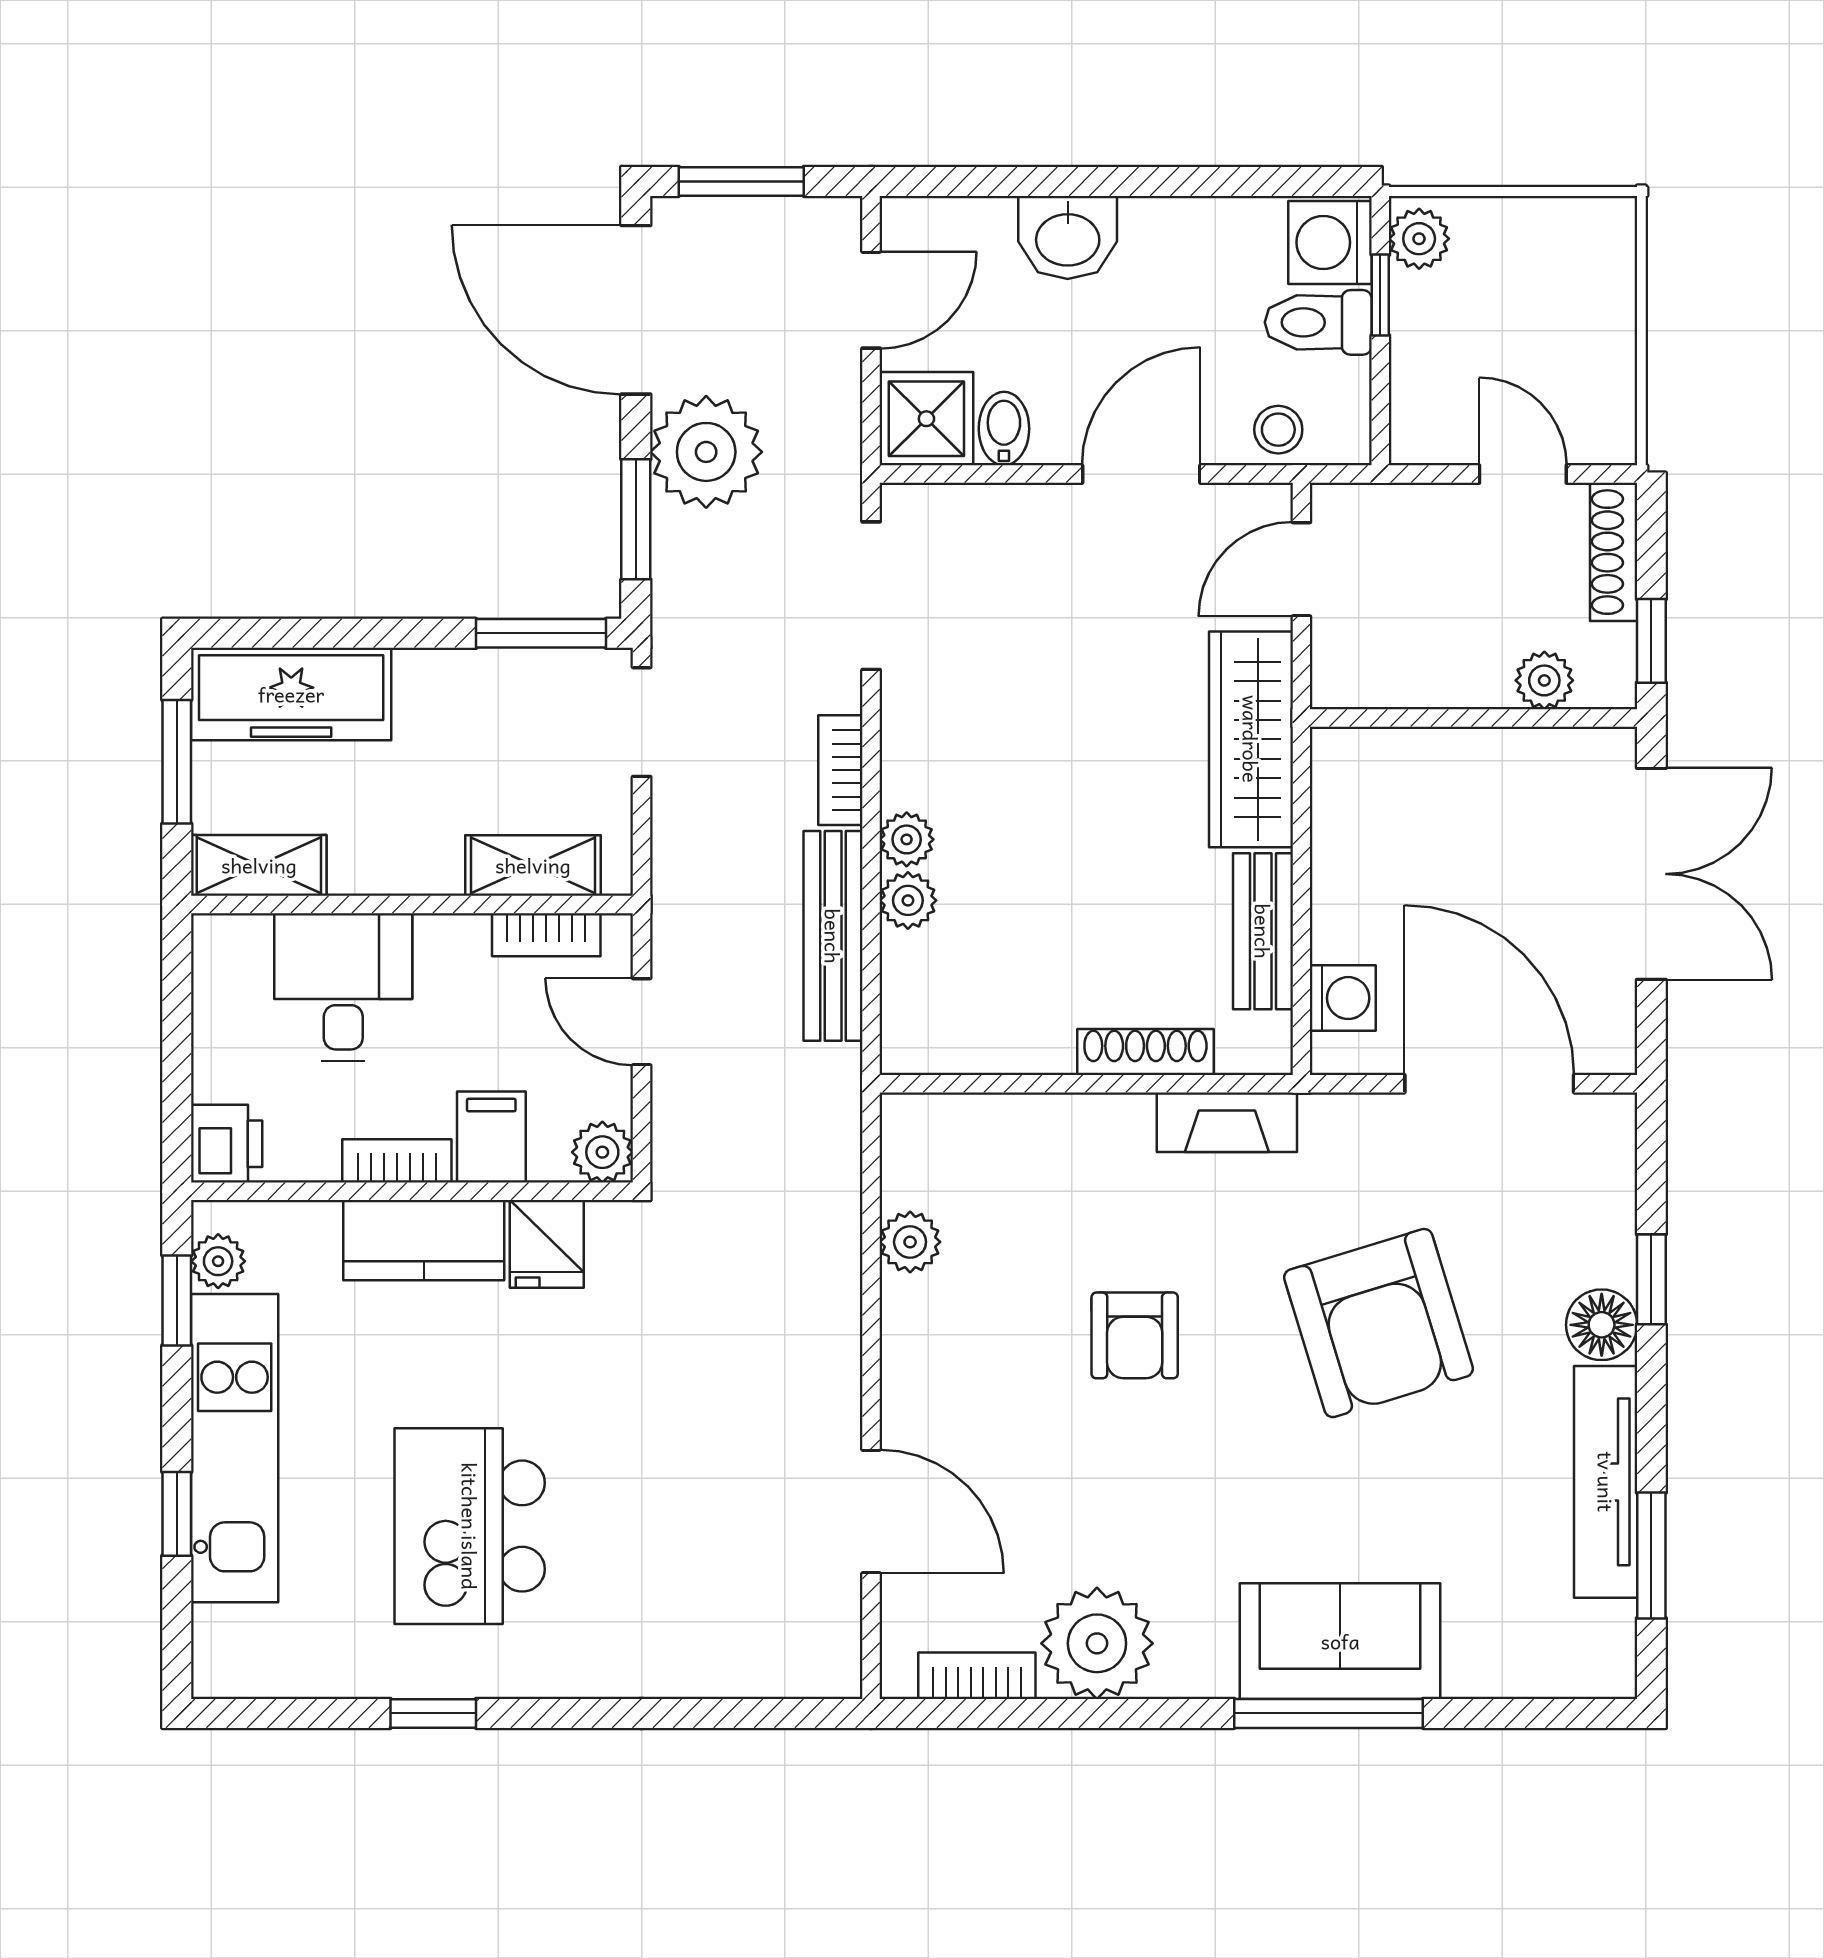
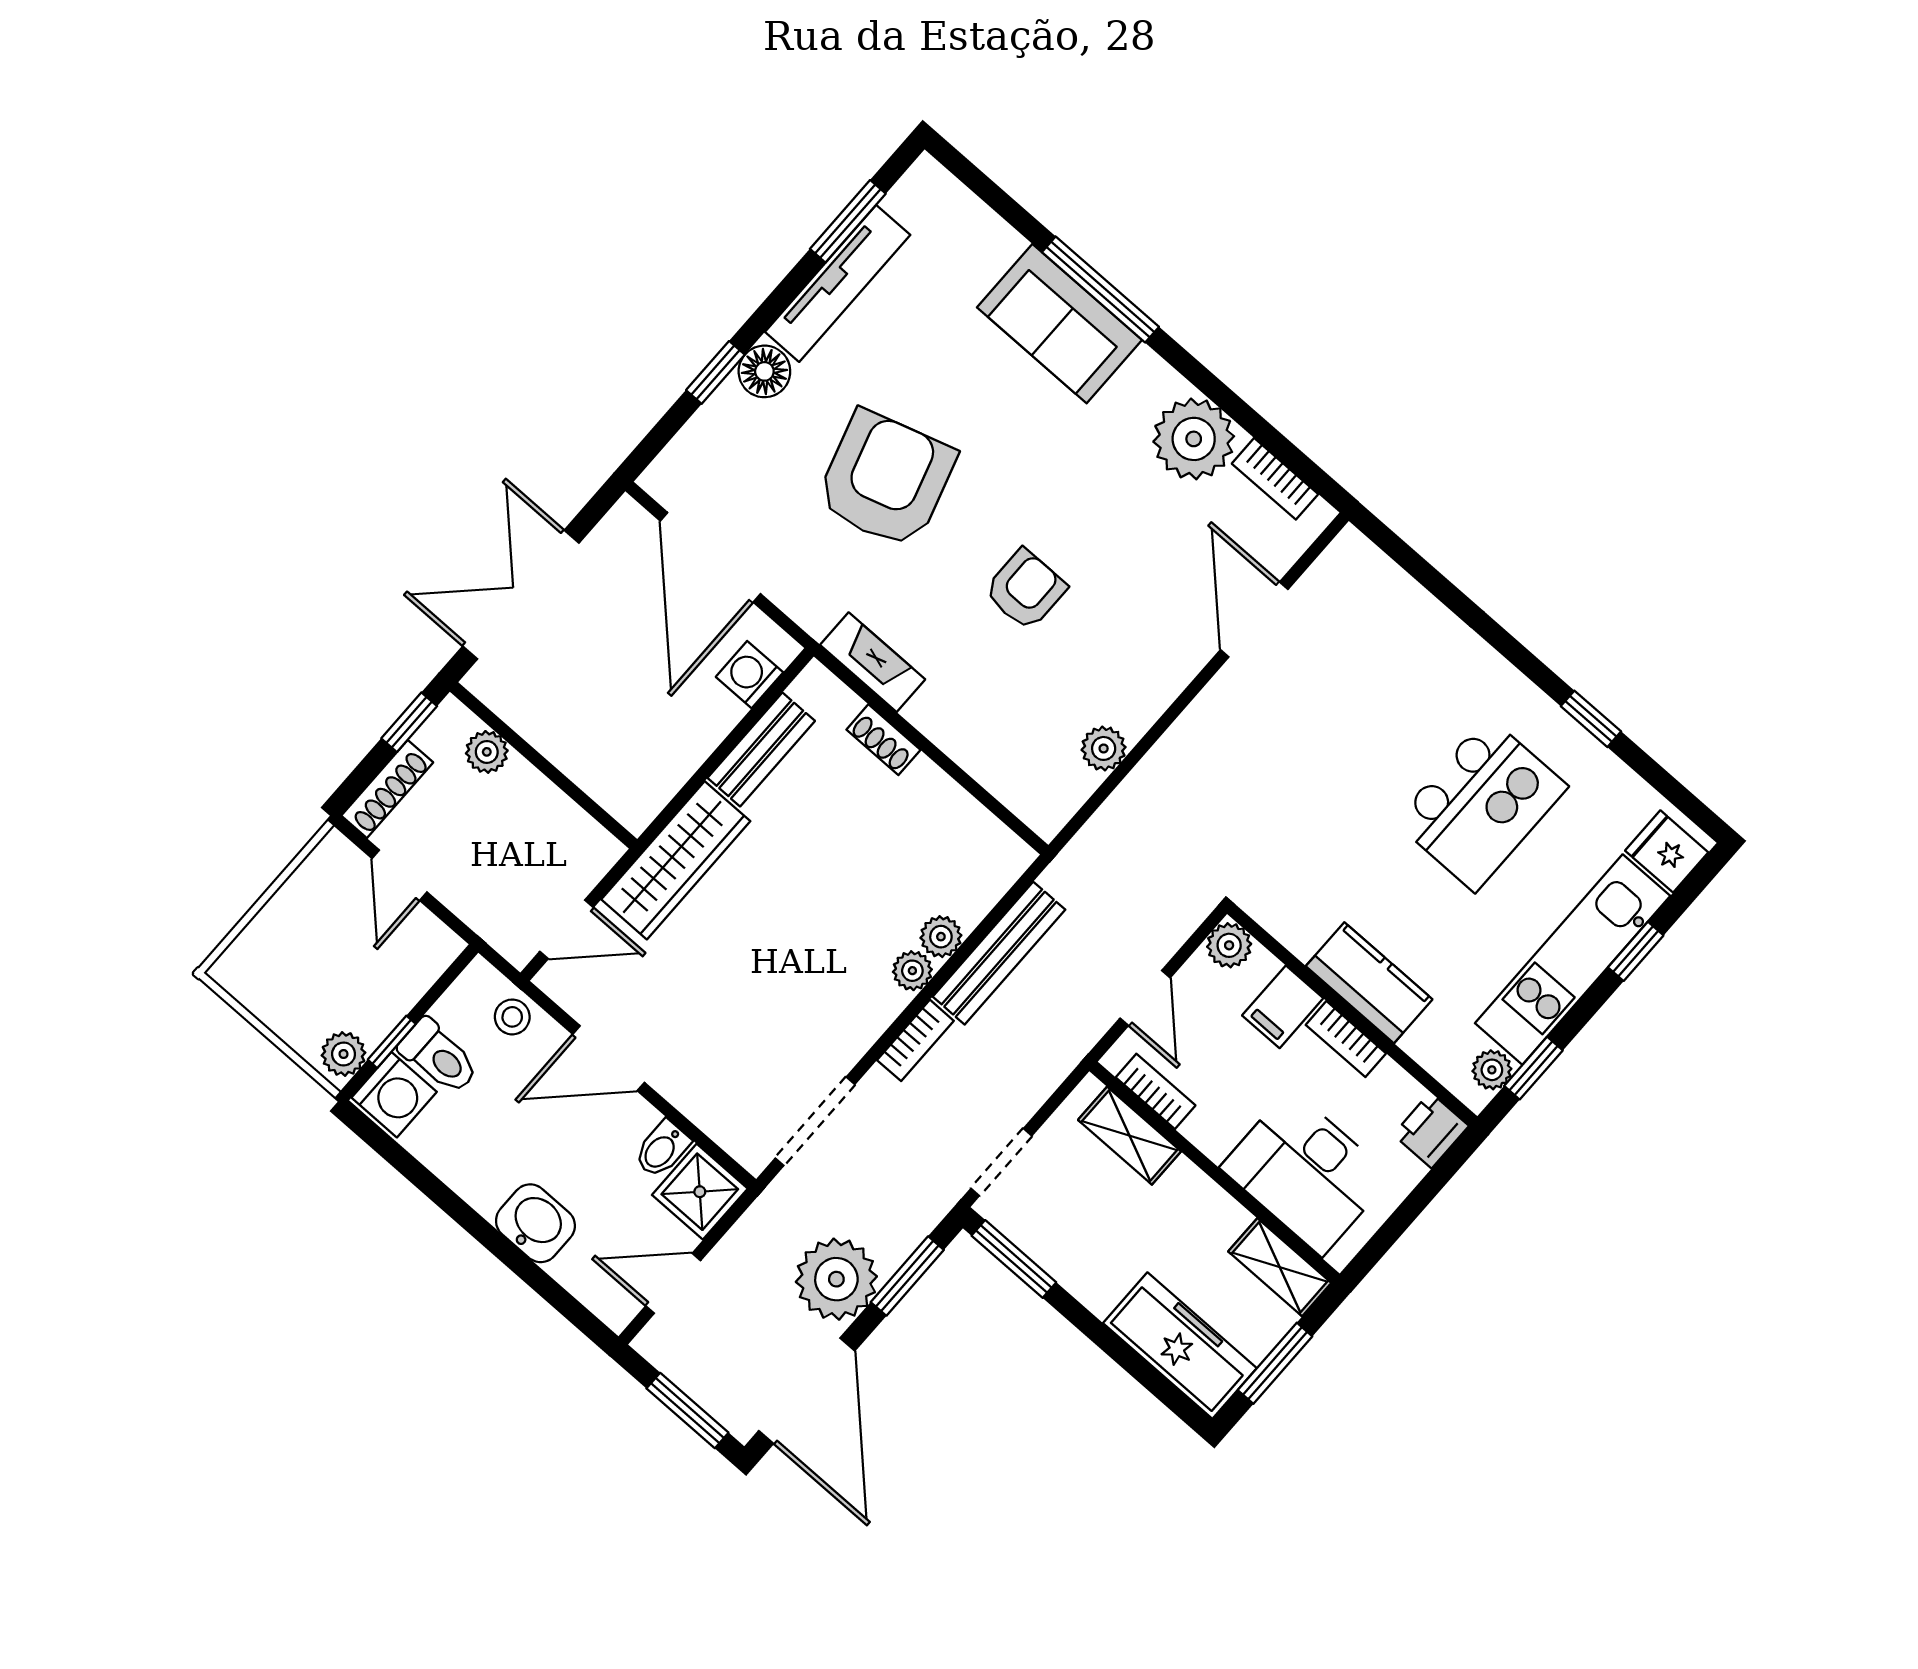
desk: (343, 987) -> (1306, 1172), width x1.37
shoe rack: (1145, 1052) -> (883, 740), width x0.70
fridge: (547, 1244) -> (1667, 851), moved, turned -90

